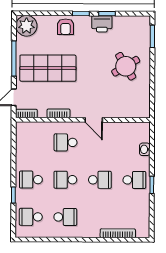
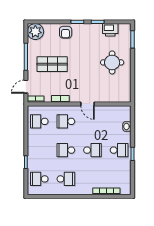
printer: (102, 24) -> (110, 30), moved
round table: (126, 66) -> (112, 62), turned 31
shop shelf: (48, 68) -> (52, 64), width x0.70, depth x0.74
school desk: (31, 180) -> (39, 121), moved

